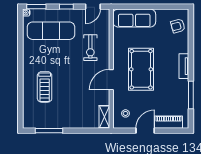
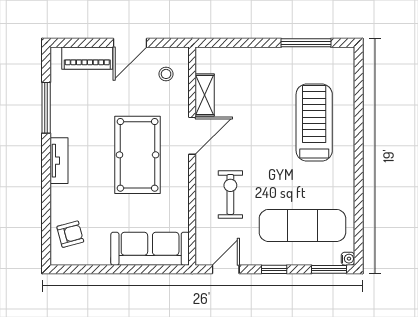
treadmill: (45, 87) -> (314, 123), width x1.37, depth x1.38
shelving: (104, 117) -> (205, 95), moved

